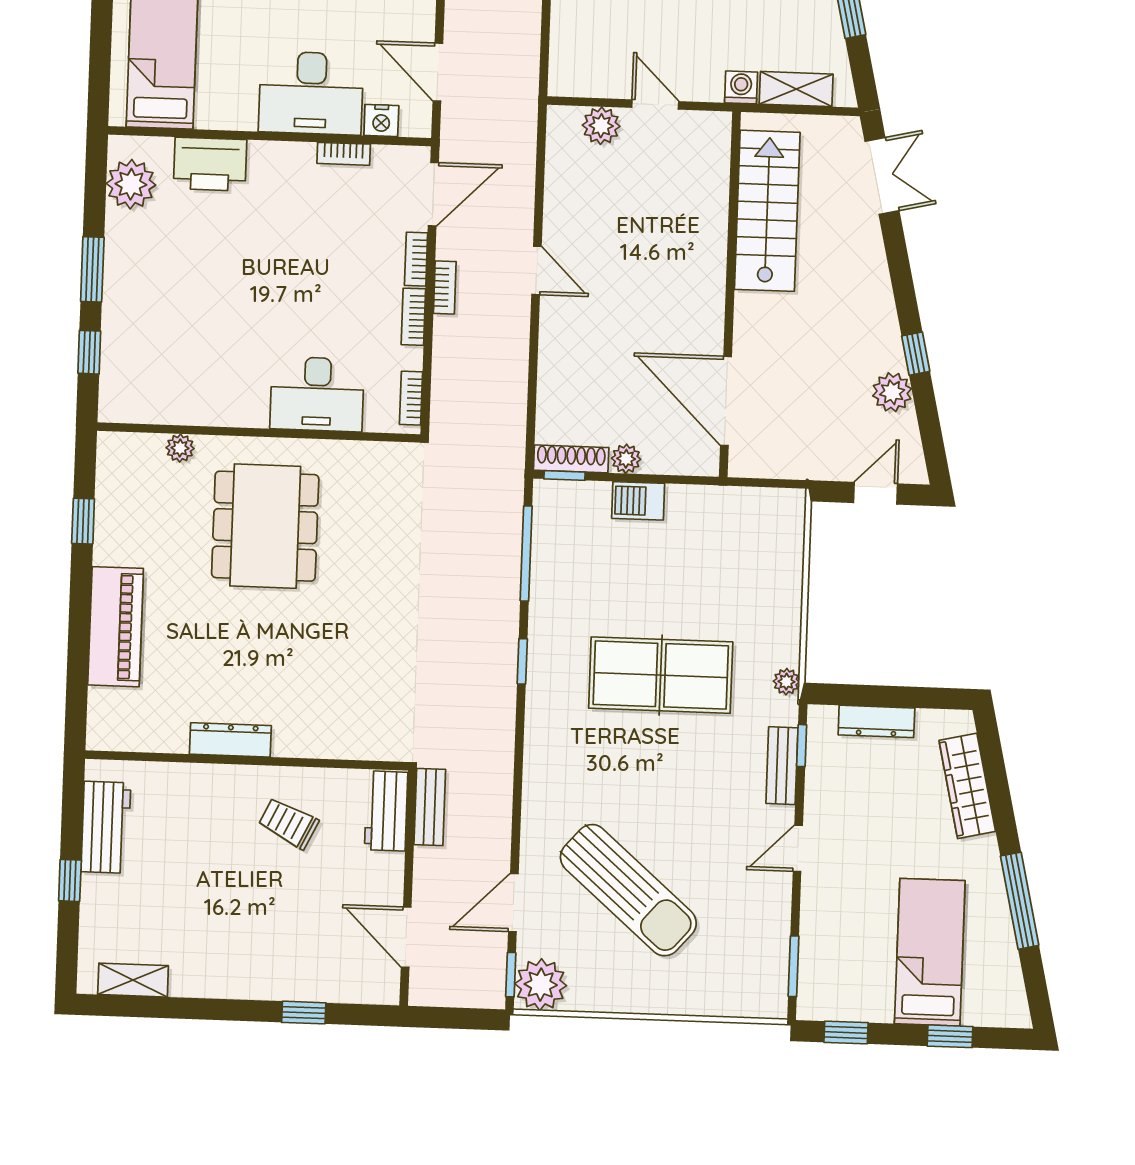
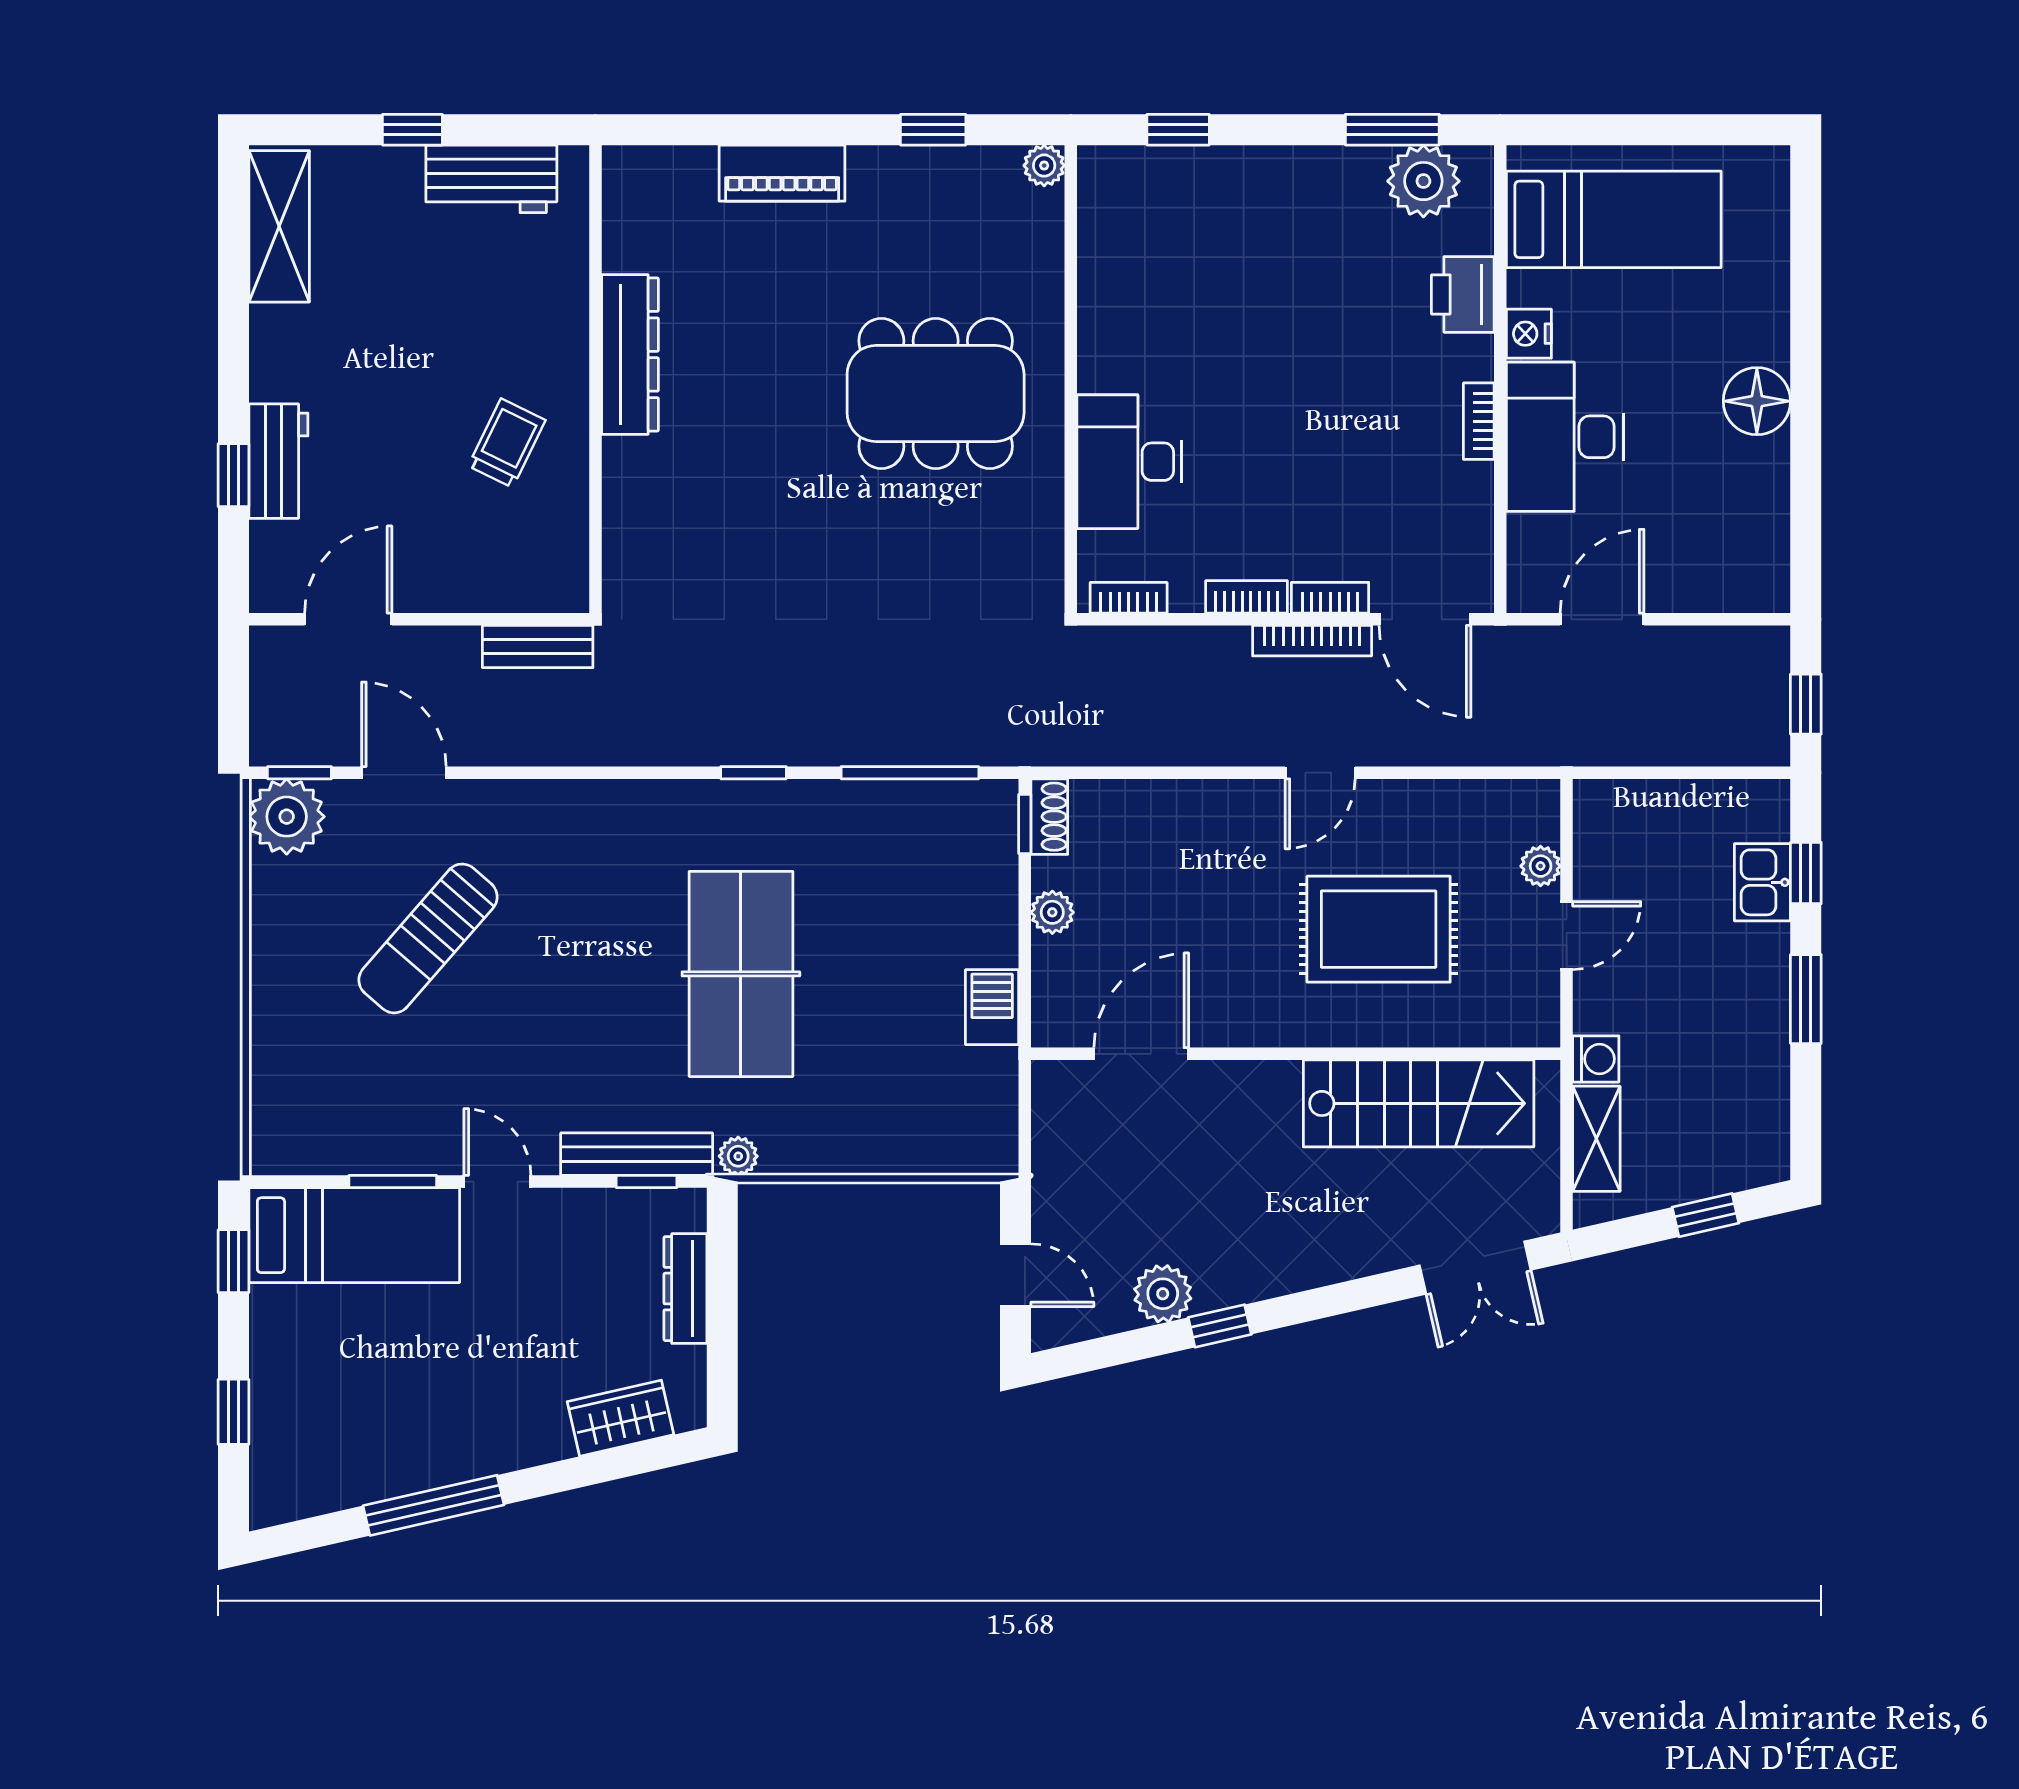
nightstand: (381, 121) -> (1529, 334), moved
plant: (601, 126) -> (1541, 866), width x0.73, depth x0.73
bookcase: (344, 154) -> (1479, 421), moved
printer: (210, 164) -> (1463, 294), width x0.73, depth x0.84
rug: (646, 234) -> (1379, 929), added
window: (92, 269) -> (1392, 130), moved
bookcase: (445, 287) -> (1312, 641), width x1.56
door: (726, 401) -> (1141, 1054), width x0.73
plant: (180, 448) -> (1044, 166), moved
shoe rack: (571, 459) -> (1049, 817), width x0.70
barbecue: (638, 501) -> (992, 1007), moved
piano: (116, 627) -> (782, 173), width x0.73, depth x0.75
dresser: (230, 740) -> (630, 354), width x1.37, depth x1.24
bench: (782, 766) -> (637, 1154), width x1.36
wardrobe: (967, 786) -> (620, 1418), width x0.67
workbench: (386, 811) -> (278, 461), moved, turned 90
sun lounger: (628, 890) -> (428, 938), width x0.73, depth x0.75
bed: (930, 952) -> (354, 1235), moved
window: (794, 966) -> (393, 1182), moved
shelving: (133, 980) -> (279, 226), width x1.50, depth x1.33

